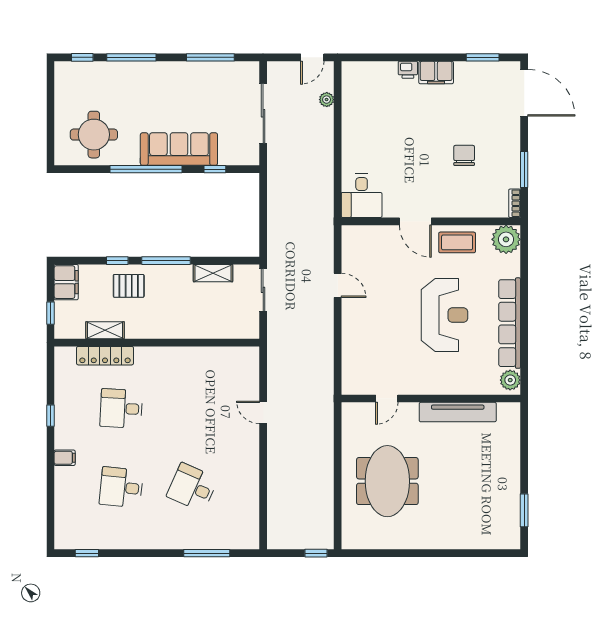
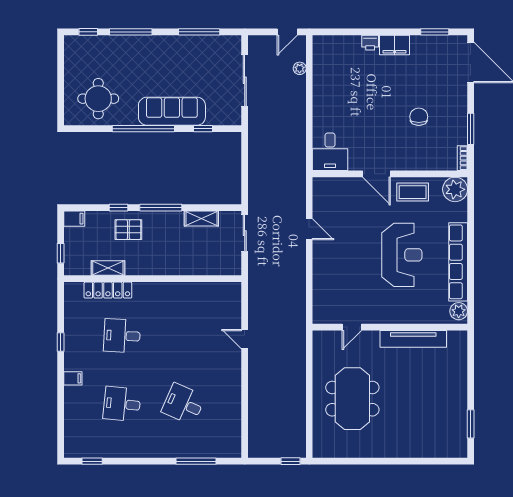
filing cabinet: (66, 282) -> (74, 219), width x0.50

